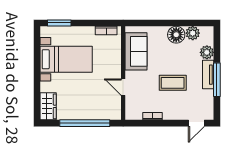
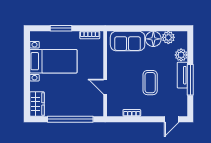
window: (59, 23) -> (61, 28), moved
sofa: (136, 51) -> (128, 41), moved, turned 90
coffee table: (173, 83) -> (150, 83), turned 90

